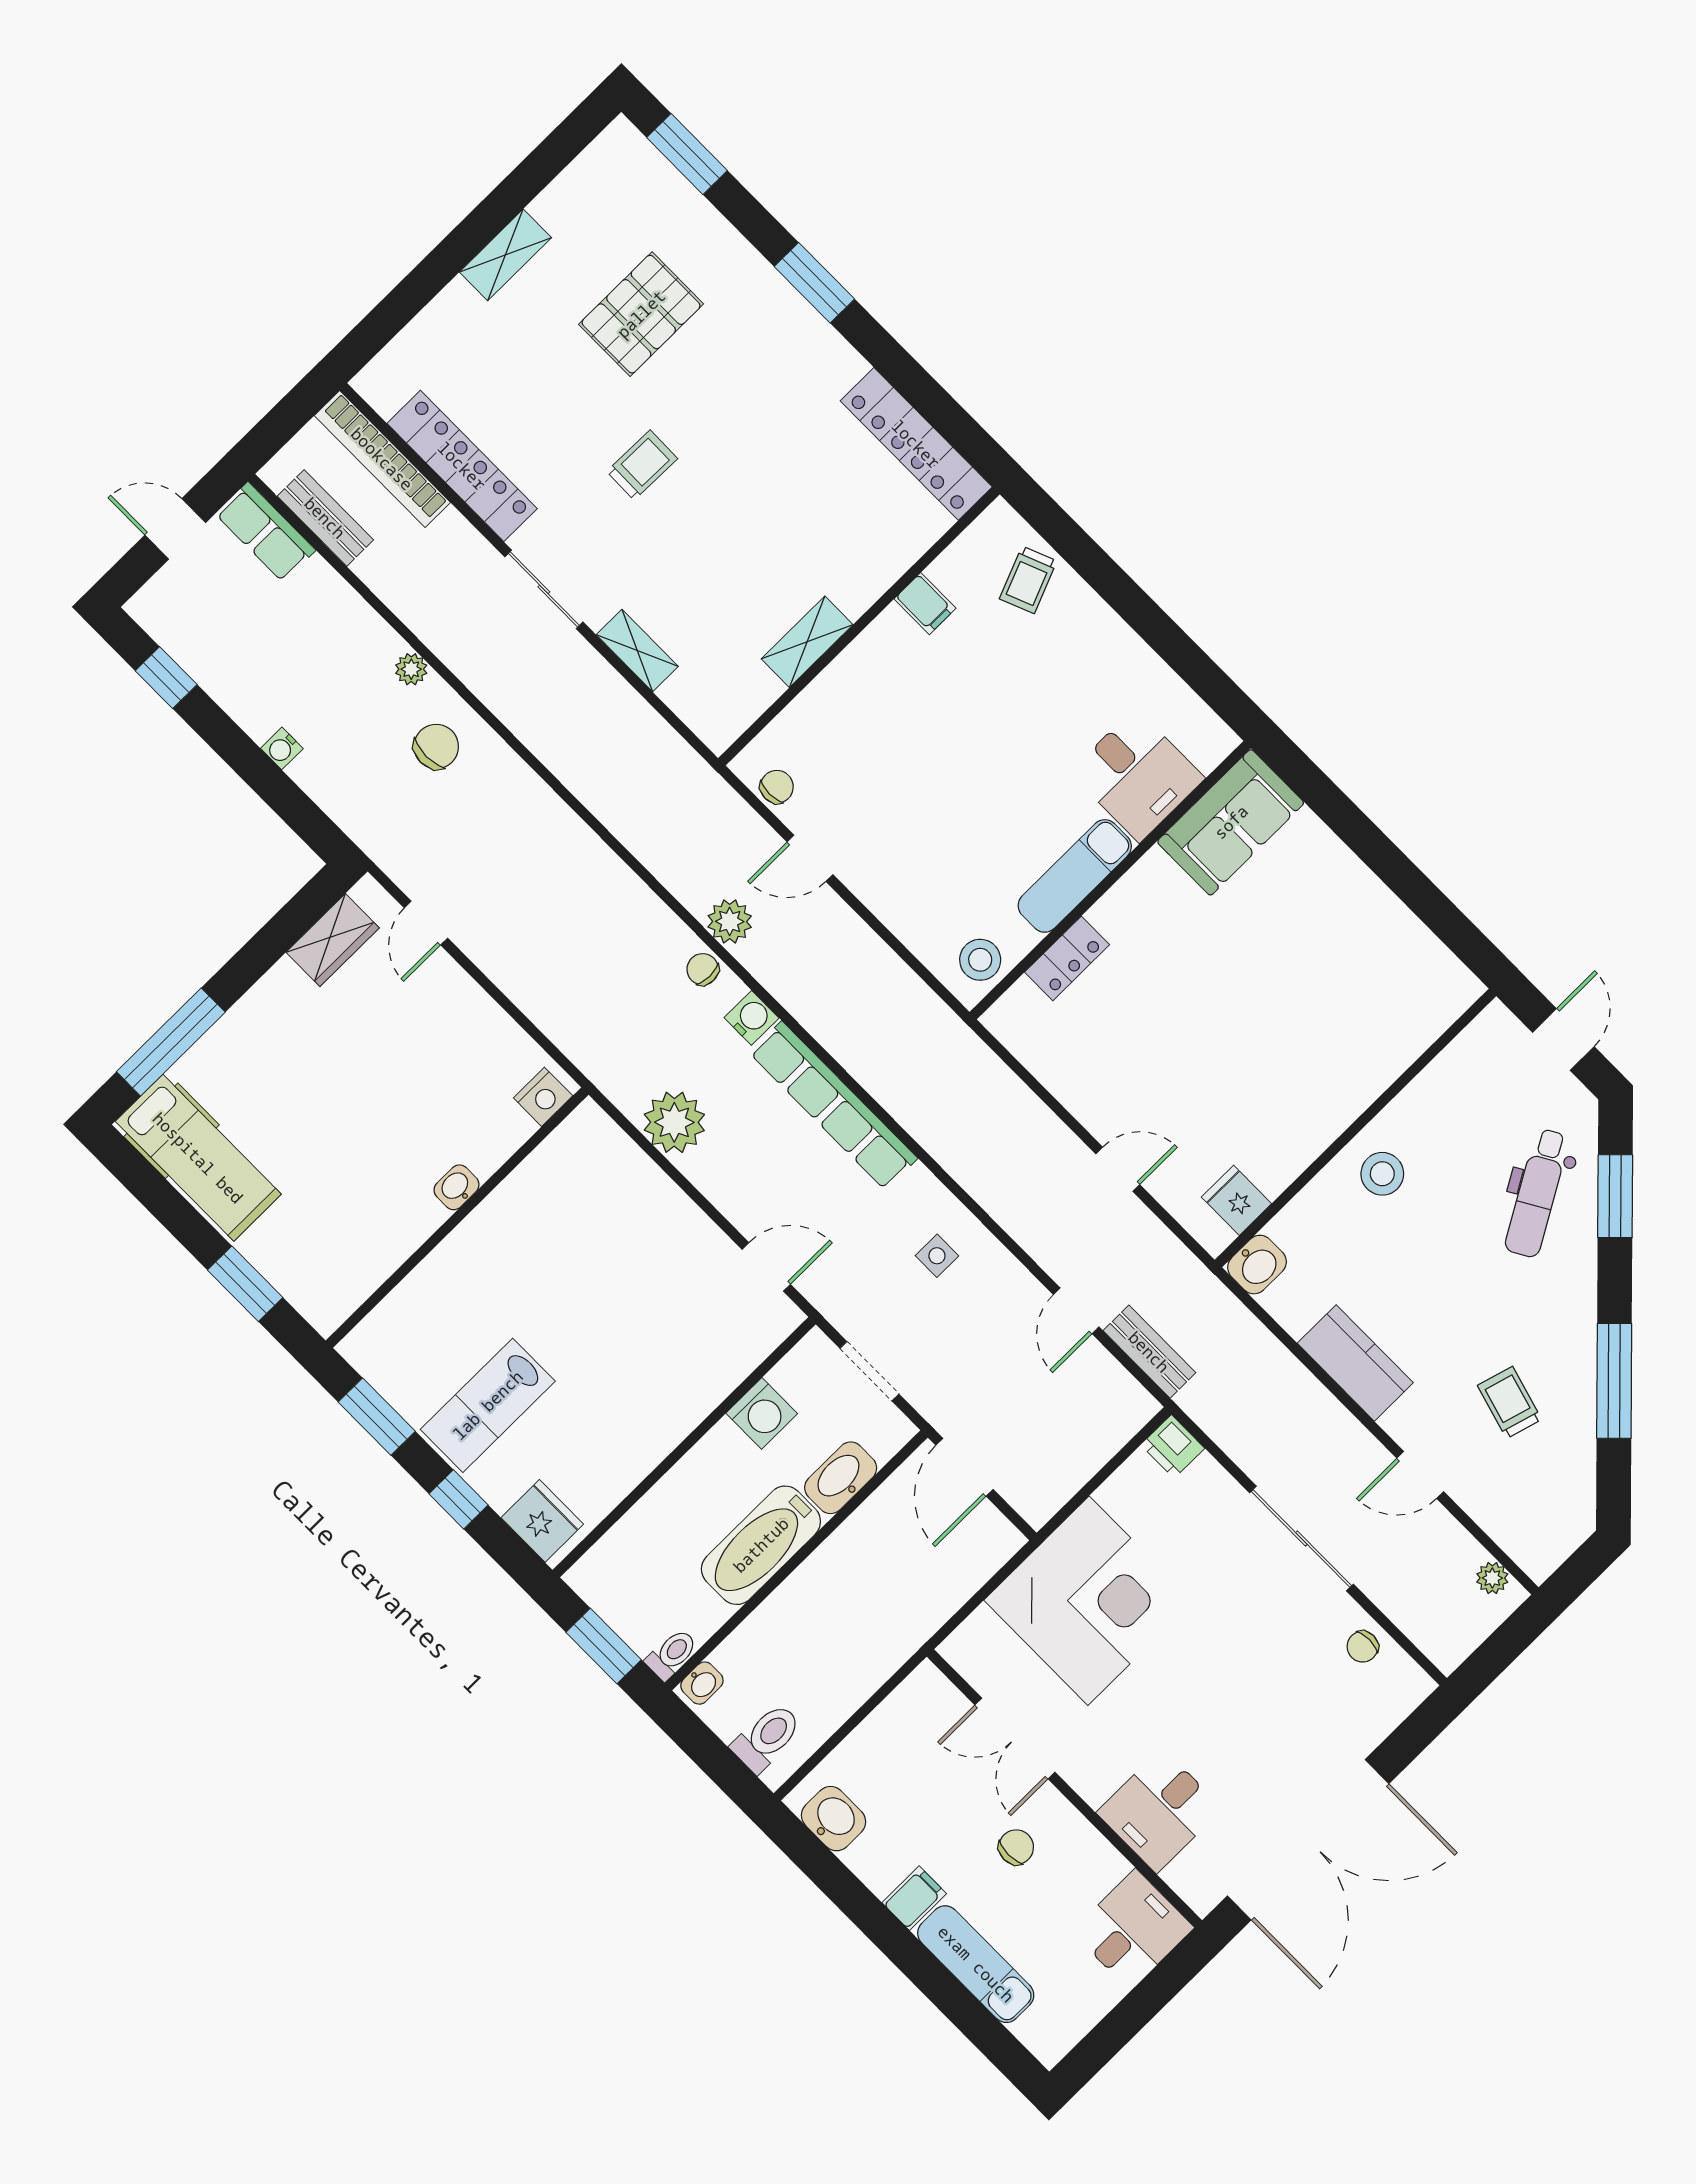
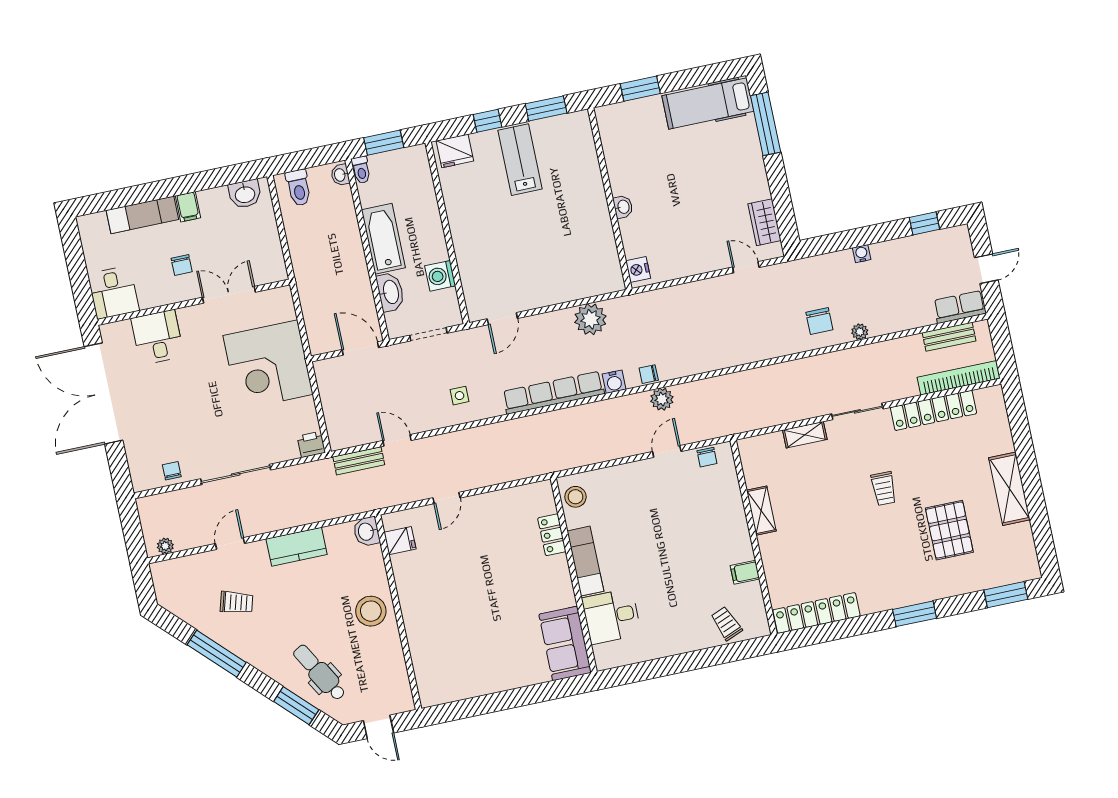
shelving: (505, 255) -> (1009, 489), width x1.50, depth x1.33
chair: (703, 969) -> (649, 374), turned 180
stool: (1382, 1174) -> (371, 611), width x1.38, depth x1.38

